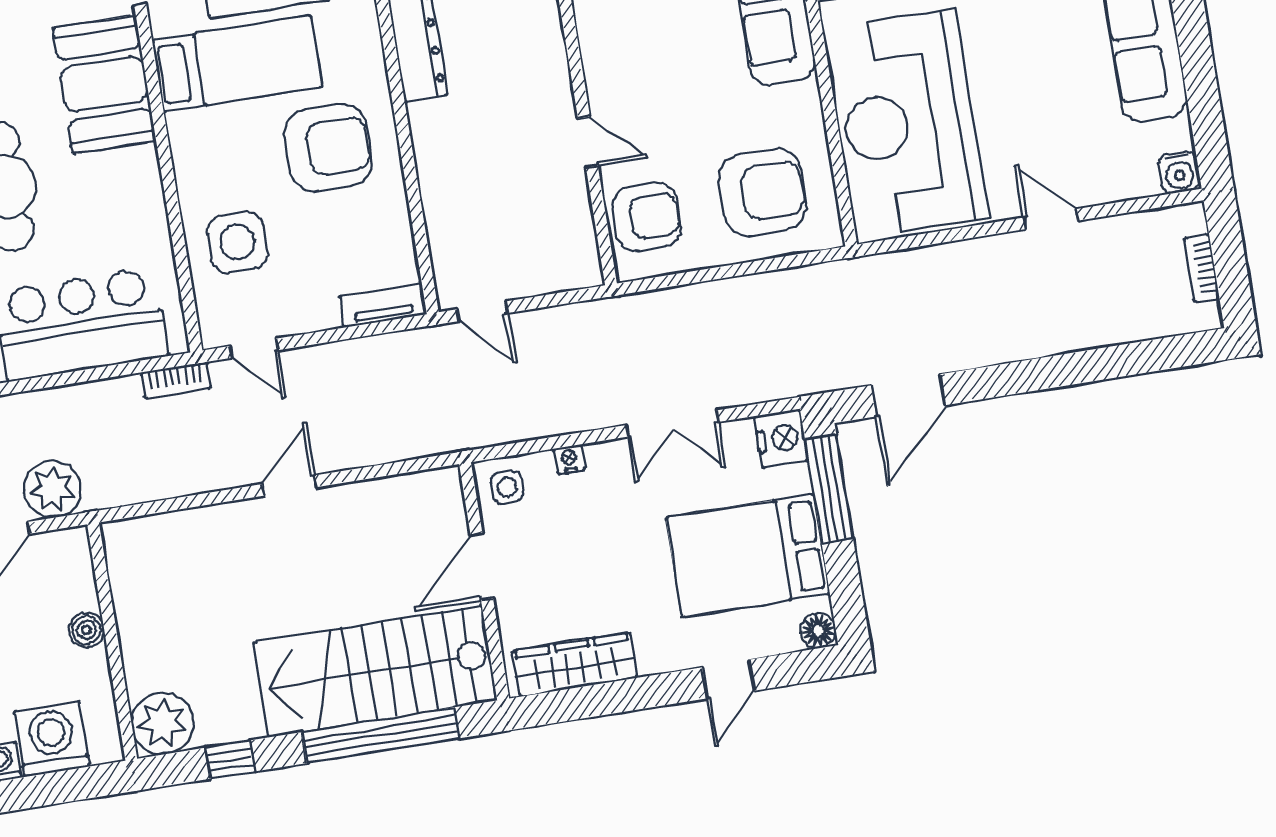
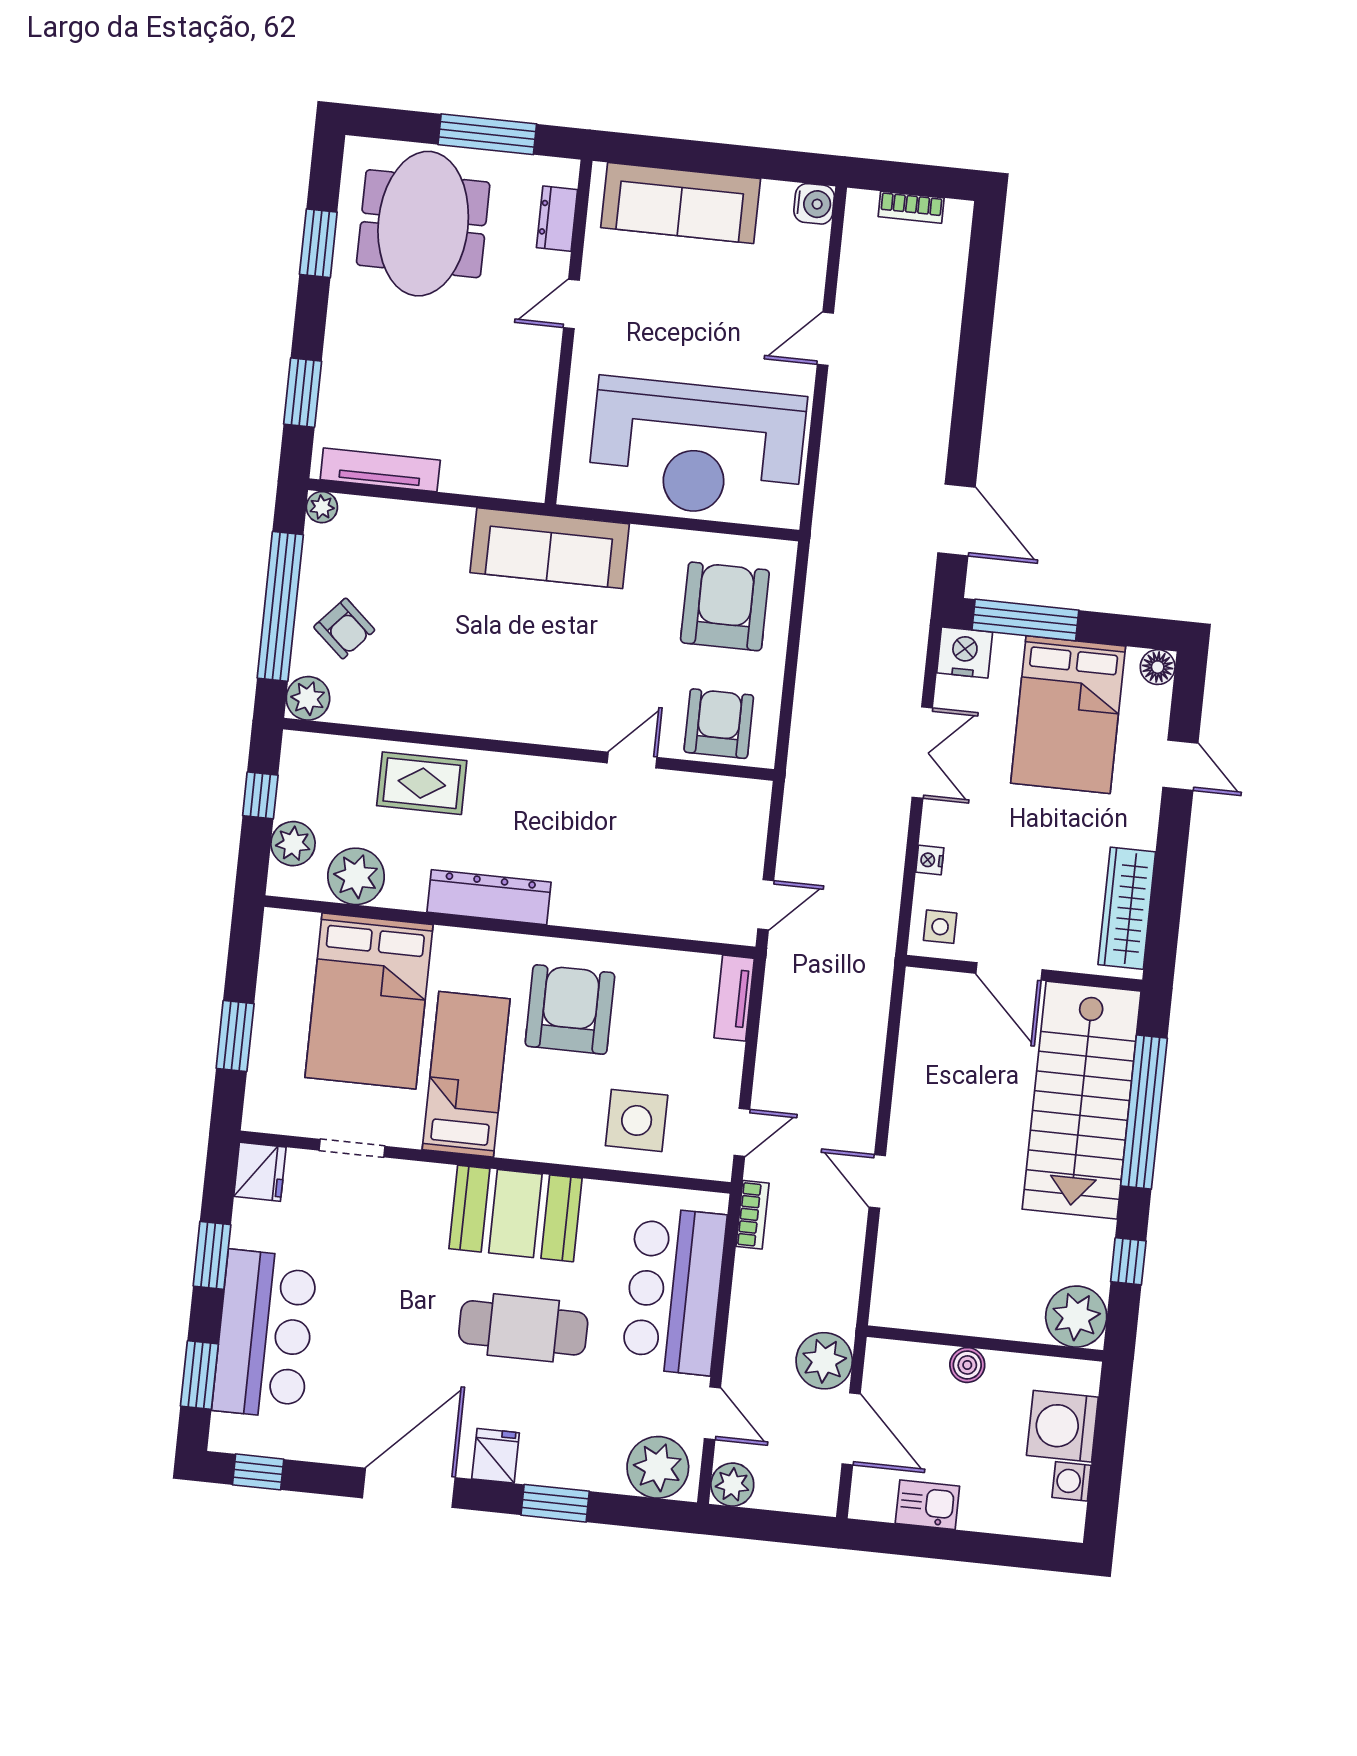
booth: (104, 84) -> (515, 1213), moved
door: (289, 486) -> (877, 1181), moved

